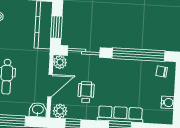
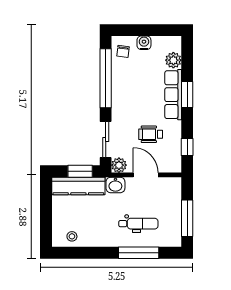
water cooler: (168, 102) -> (144, 43), moved
washbasin: (38, 110) -> (115, 185), moved, turned -90
plant: (60, 111) -> (173, 60), moved

